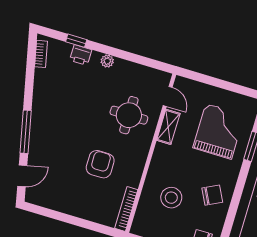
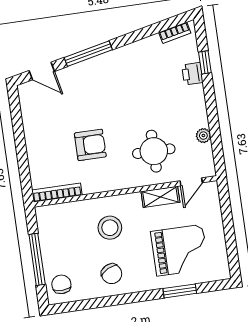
plant: (107, 61) -> (203, 136), moved
stool: (171, 198) -> (110, 228), moved

